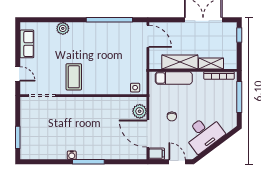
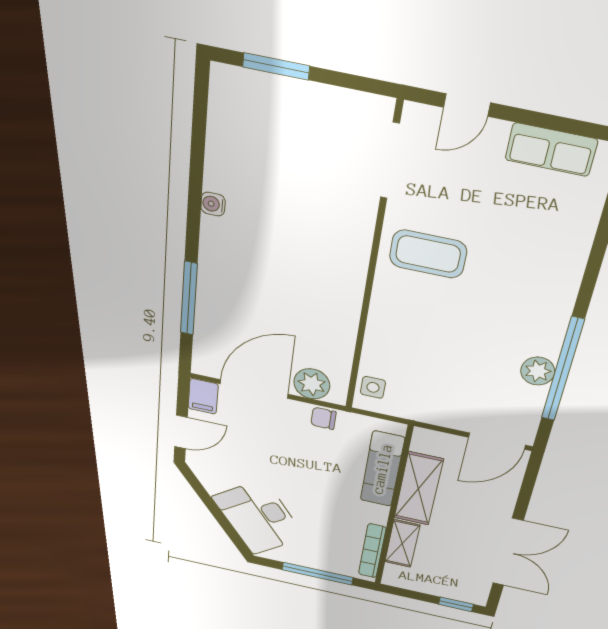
plant: (63, 28) -> (538, 371), moved
chair: (172, 116) -> (323, 418), moved
desk: (204, 134) -> (259, 517), moved
window: (88, 162) -> (189, 299), moved

